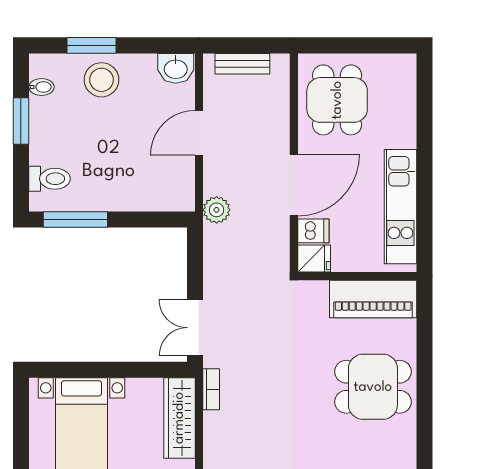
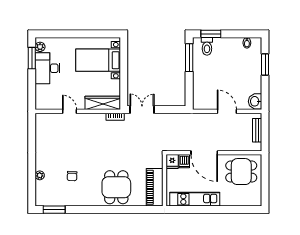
stool: (101, 80) -> (250, 69), removed
window: (21, 121) -> (211, 34), moved
plant: (217, 210) -> (193, 119), removed

